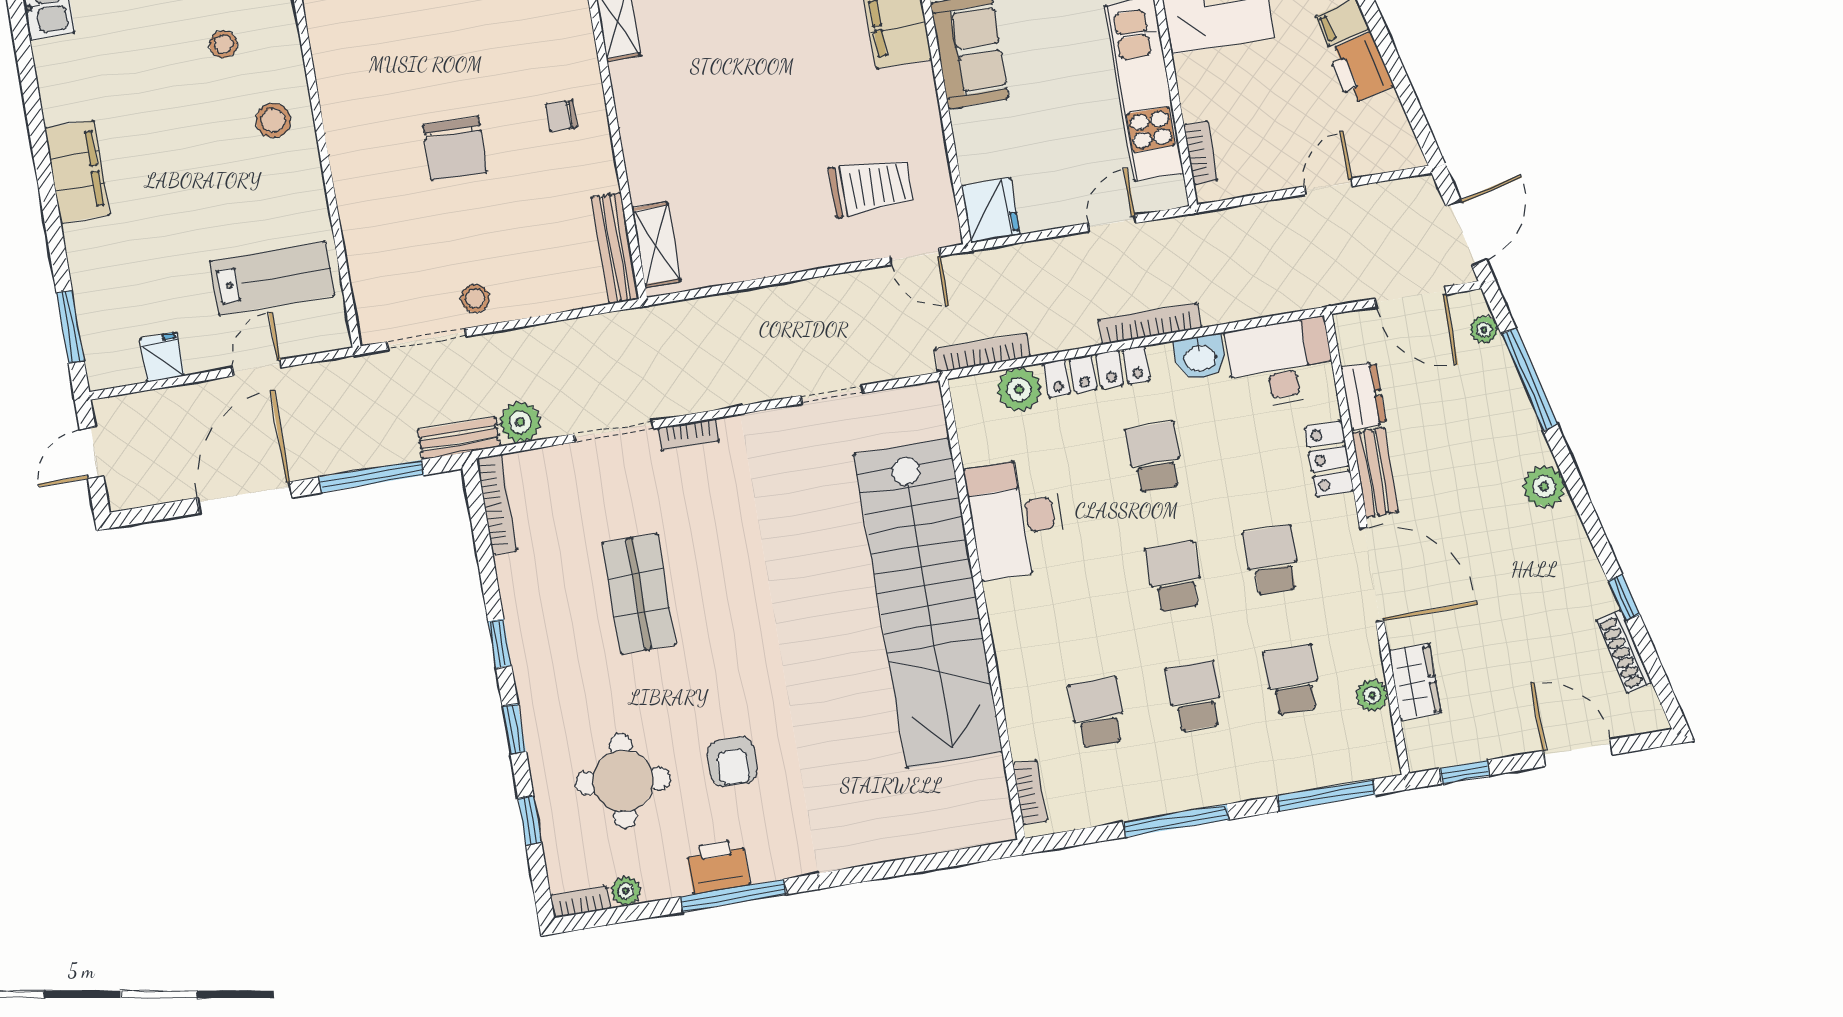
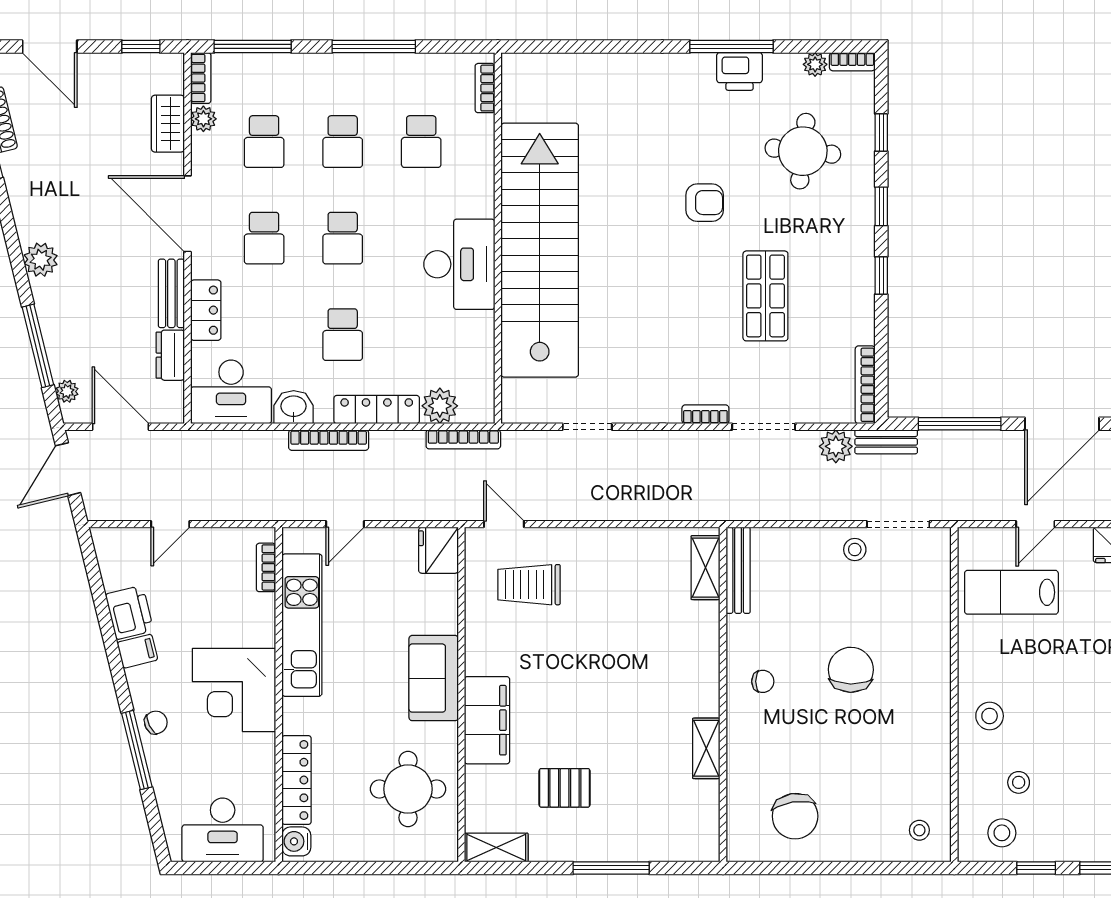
desk: (1016, 518) -> (459, 264), moved
bookcase: (1384, 745) -> (201, 78), added
armchair: (732, 761) -> (705, 203), moved, turned 90

